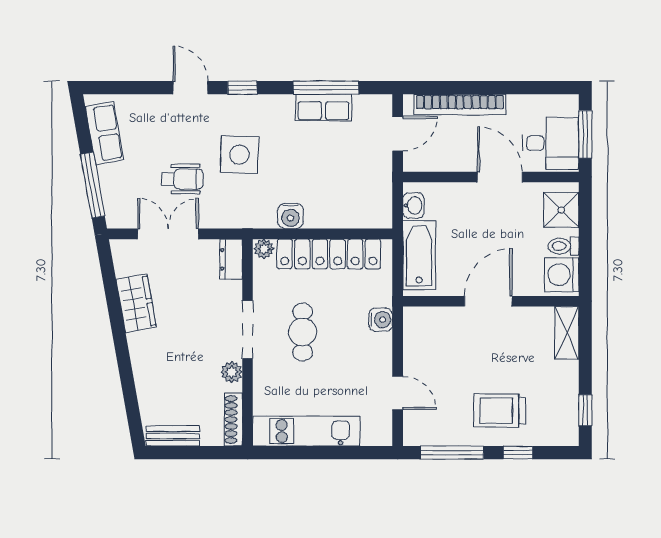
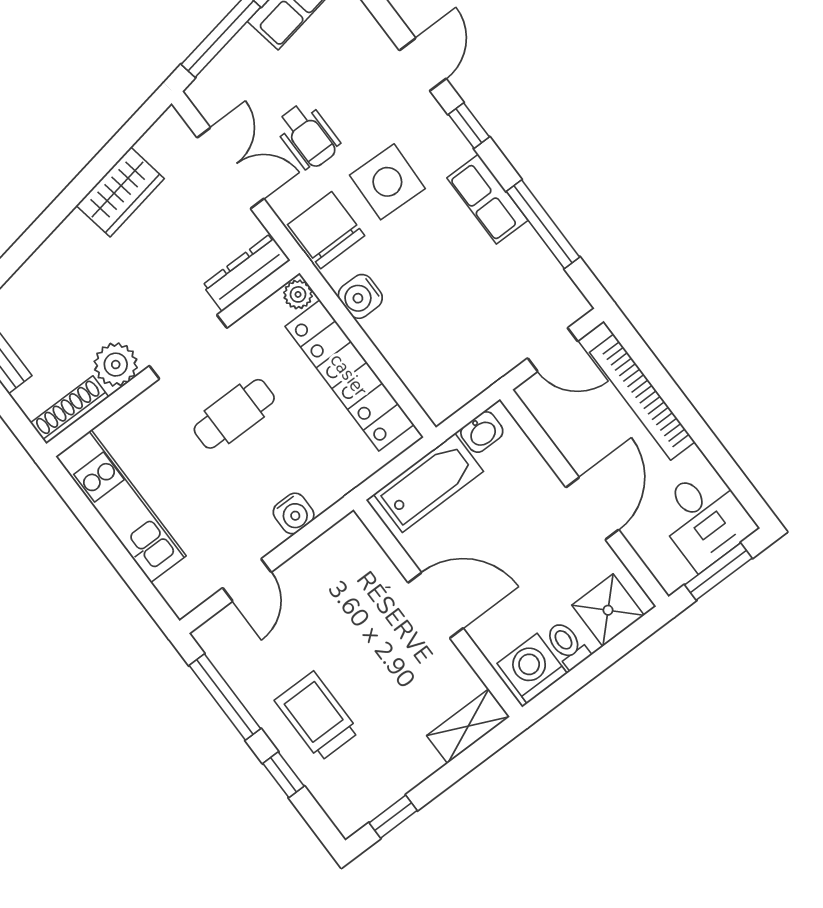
row of seats: (324, 108) -> (487, 199), moved
desk: (551, 143) -> (704, 518), moved
chair: (241, 207) -> (326, 230), added
dresser: (231, 259) -> (246, 273), width x1.44
water cooler: (381, 320) -> (294, 513), moved
plant: (232, 372) -> (116, 365), width x1.38, depth x1.38

